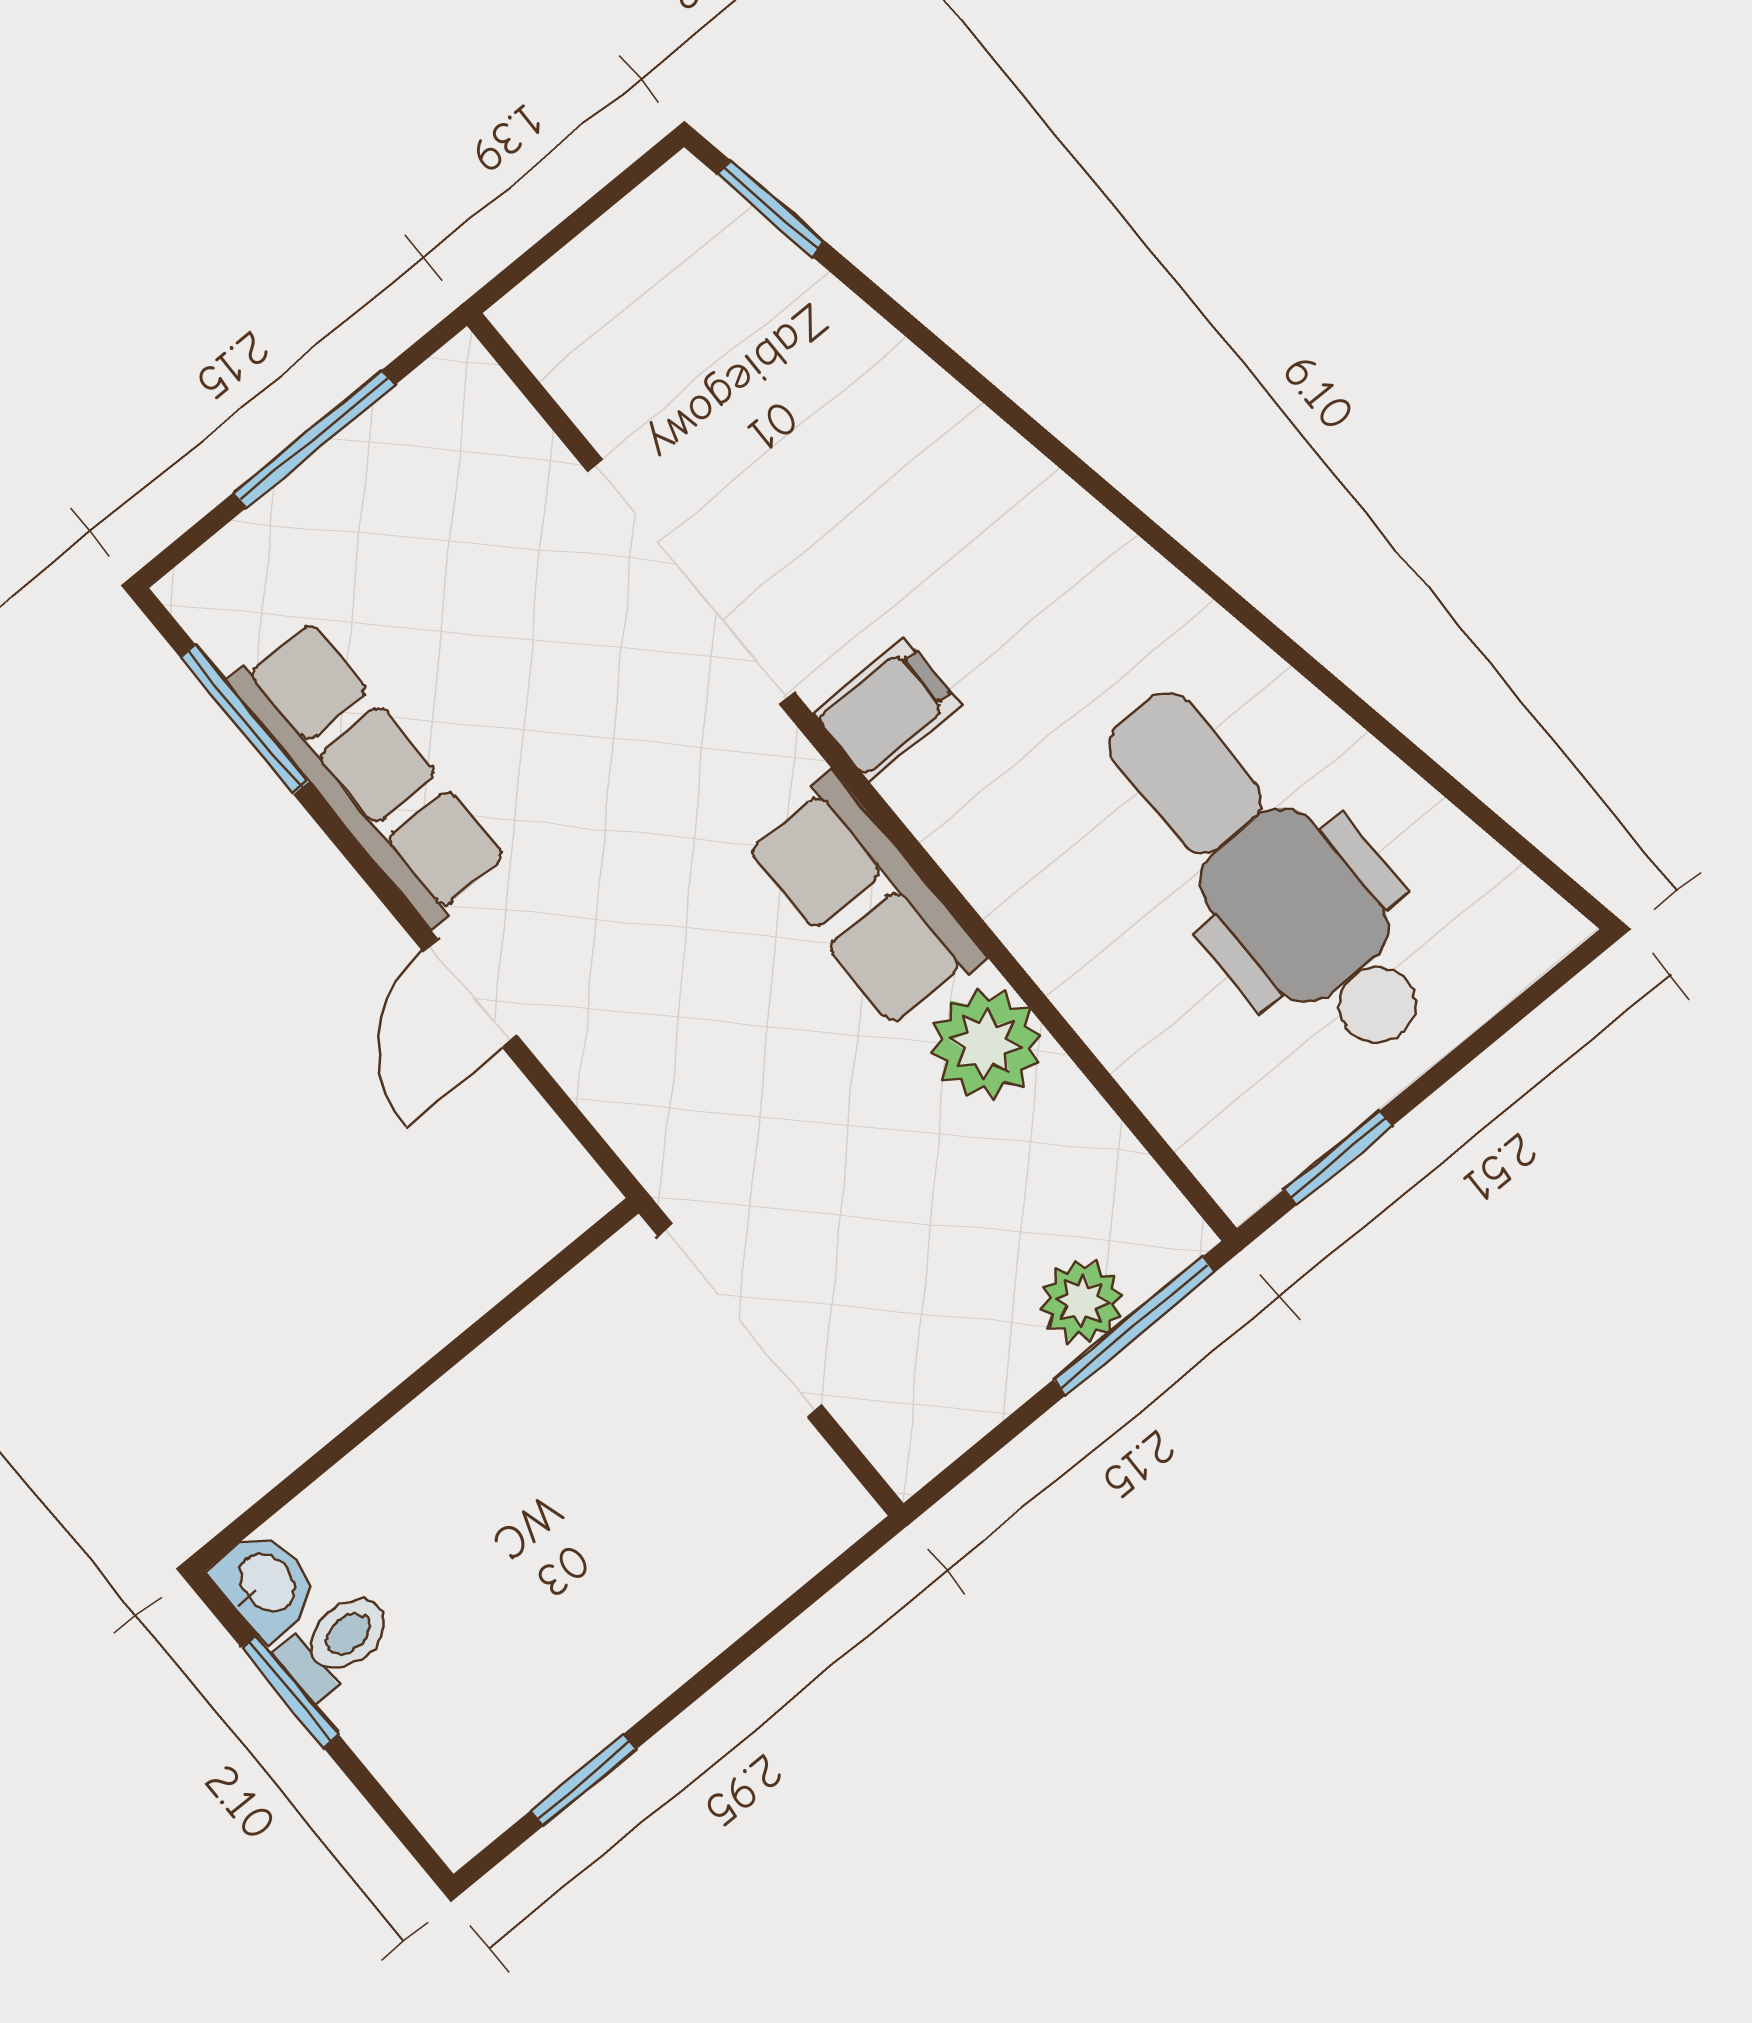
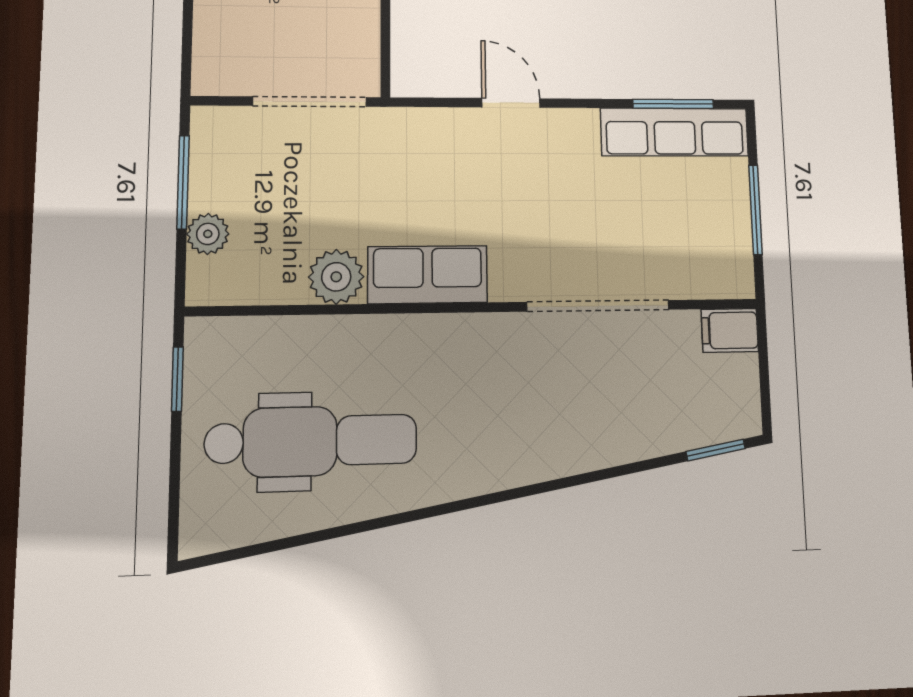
filing cabinet: (887, 709) -> (730, 330), moved, turned 90
row of seats: (369, 772) -> (675, 132), moved
window: (1134, 1326) -> (183, 182), moved

